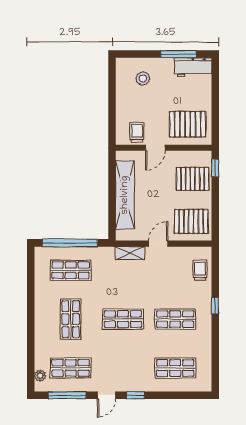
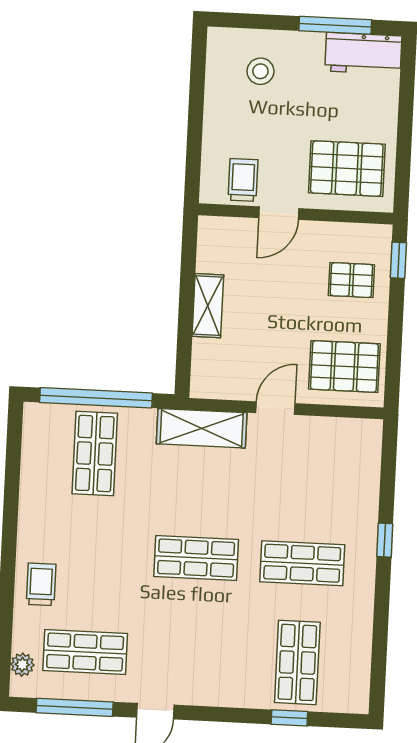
pallet: (193, 179) -> (351, 280), width x0.67, depth x0.71
shelving: (125, 195) -> (208, 306), width x0.45, depth x0.75
shelving: (130, 253) -> (202, 428), width x1.50, depth x1.33
shop shelf: (71, 270) -> (95, 453), turned 90
trolley: (200, 270) -> (41, 584), moved
shop shelf: (71, 319) -> (90, 553), removed
shop shelf: (175, 368) -> (297, 662), turned 90
window: (136, 395) -> (289, 718), moved

